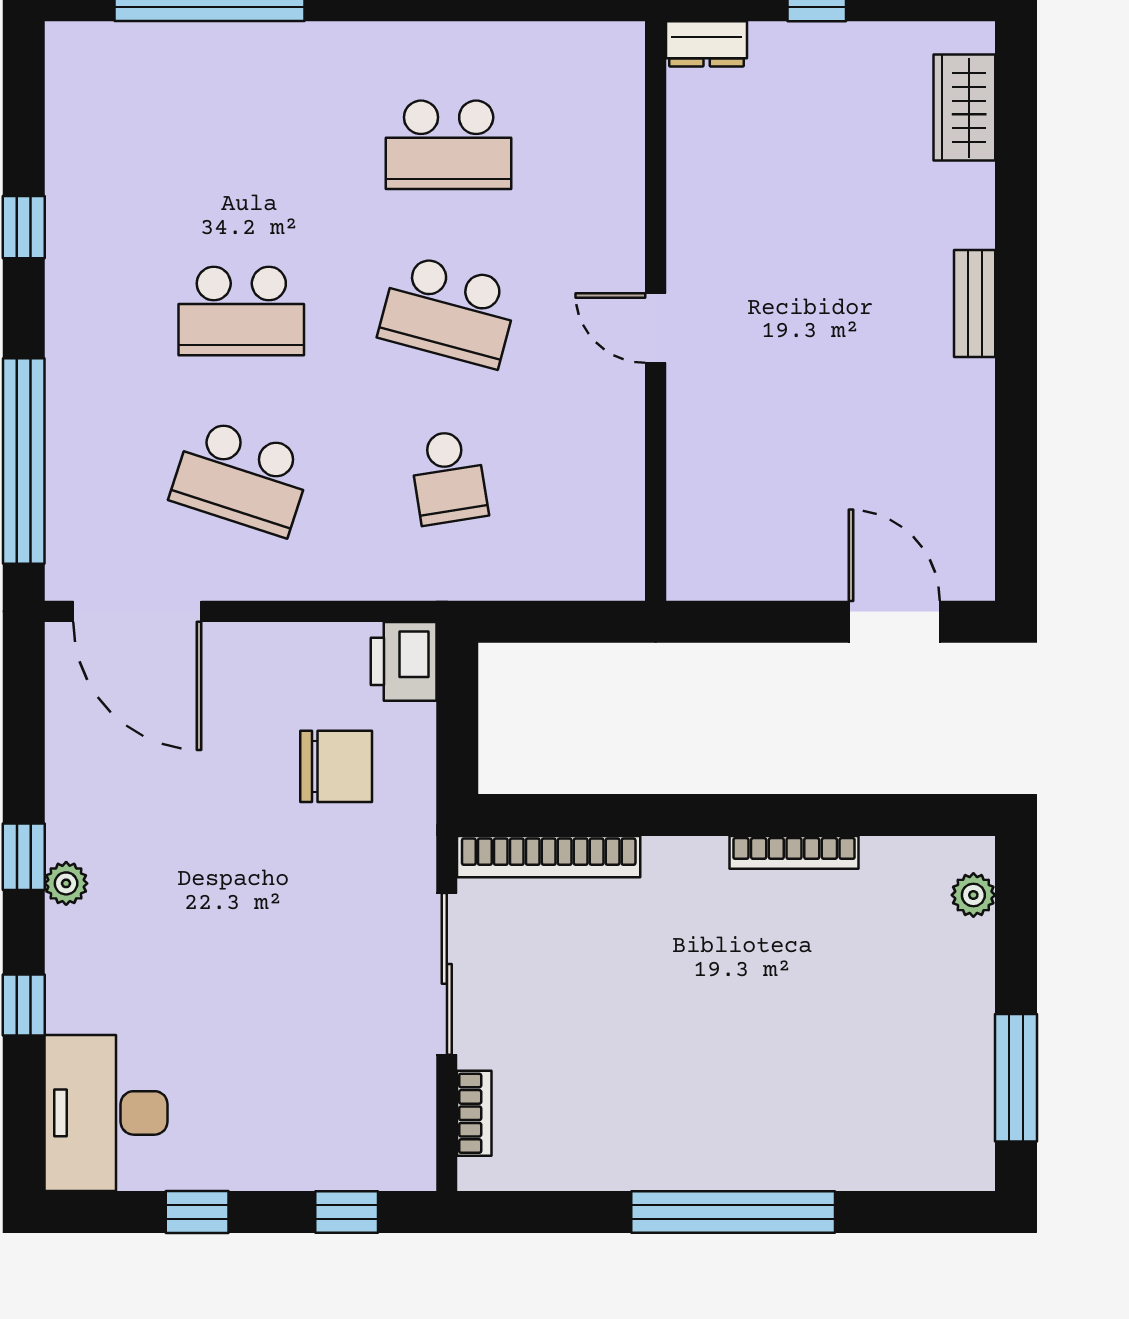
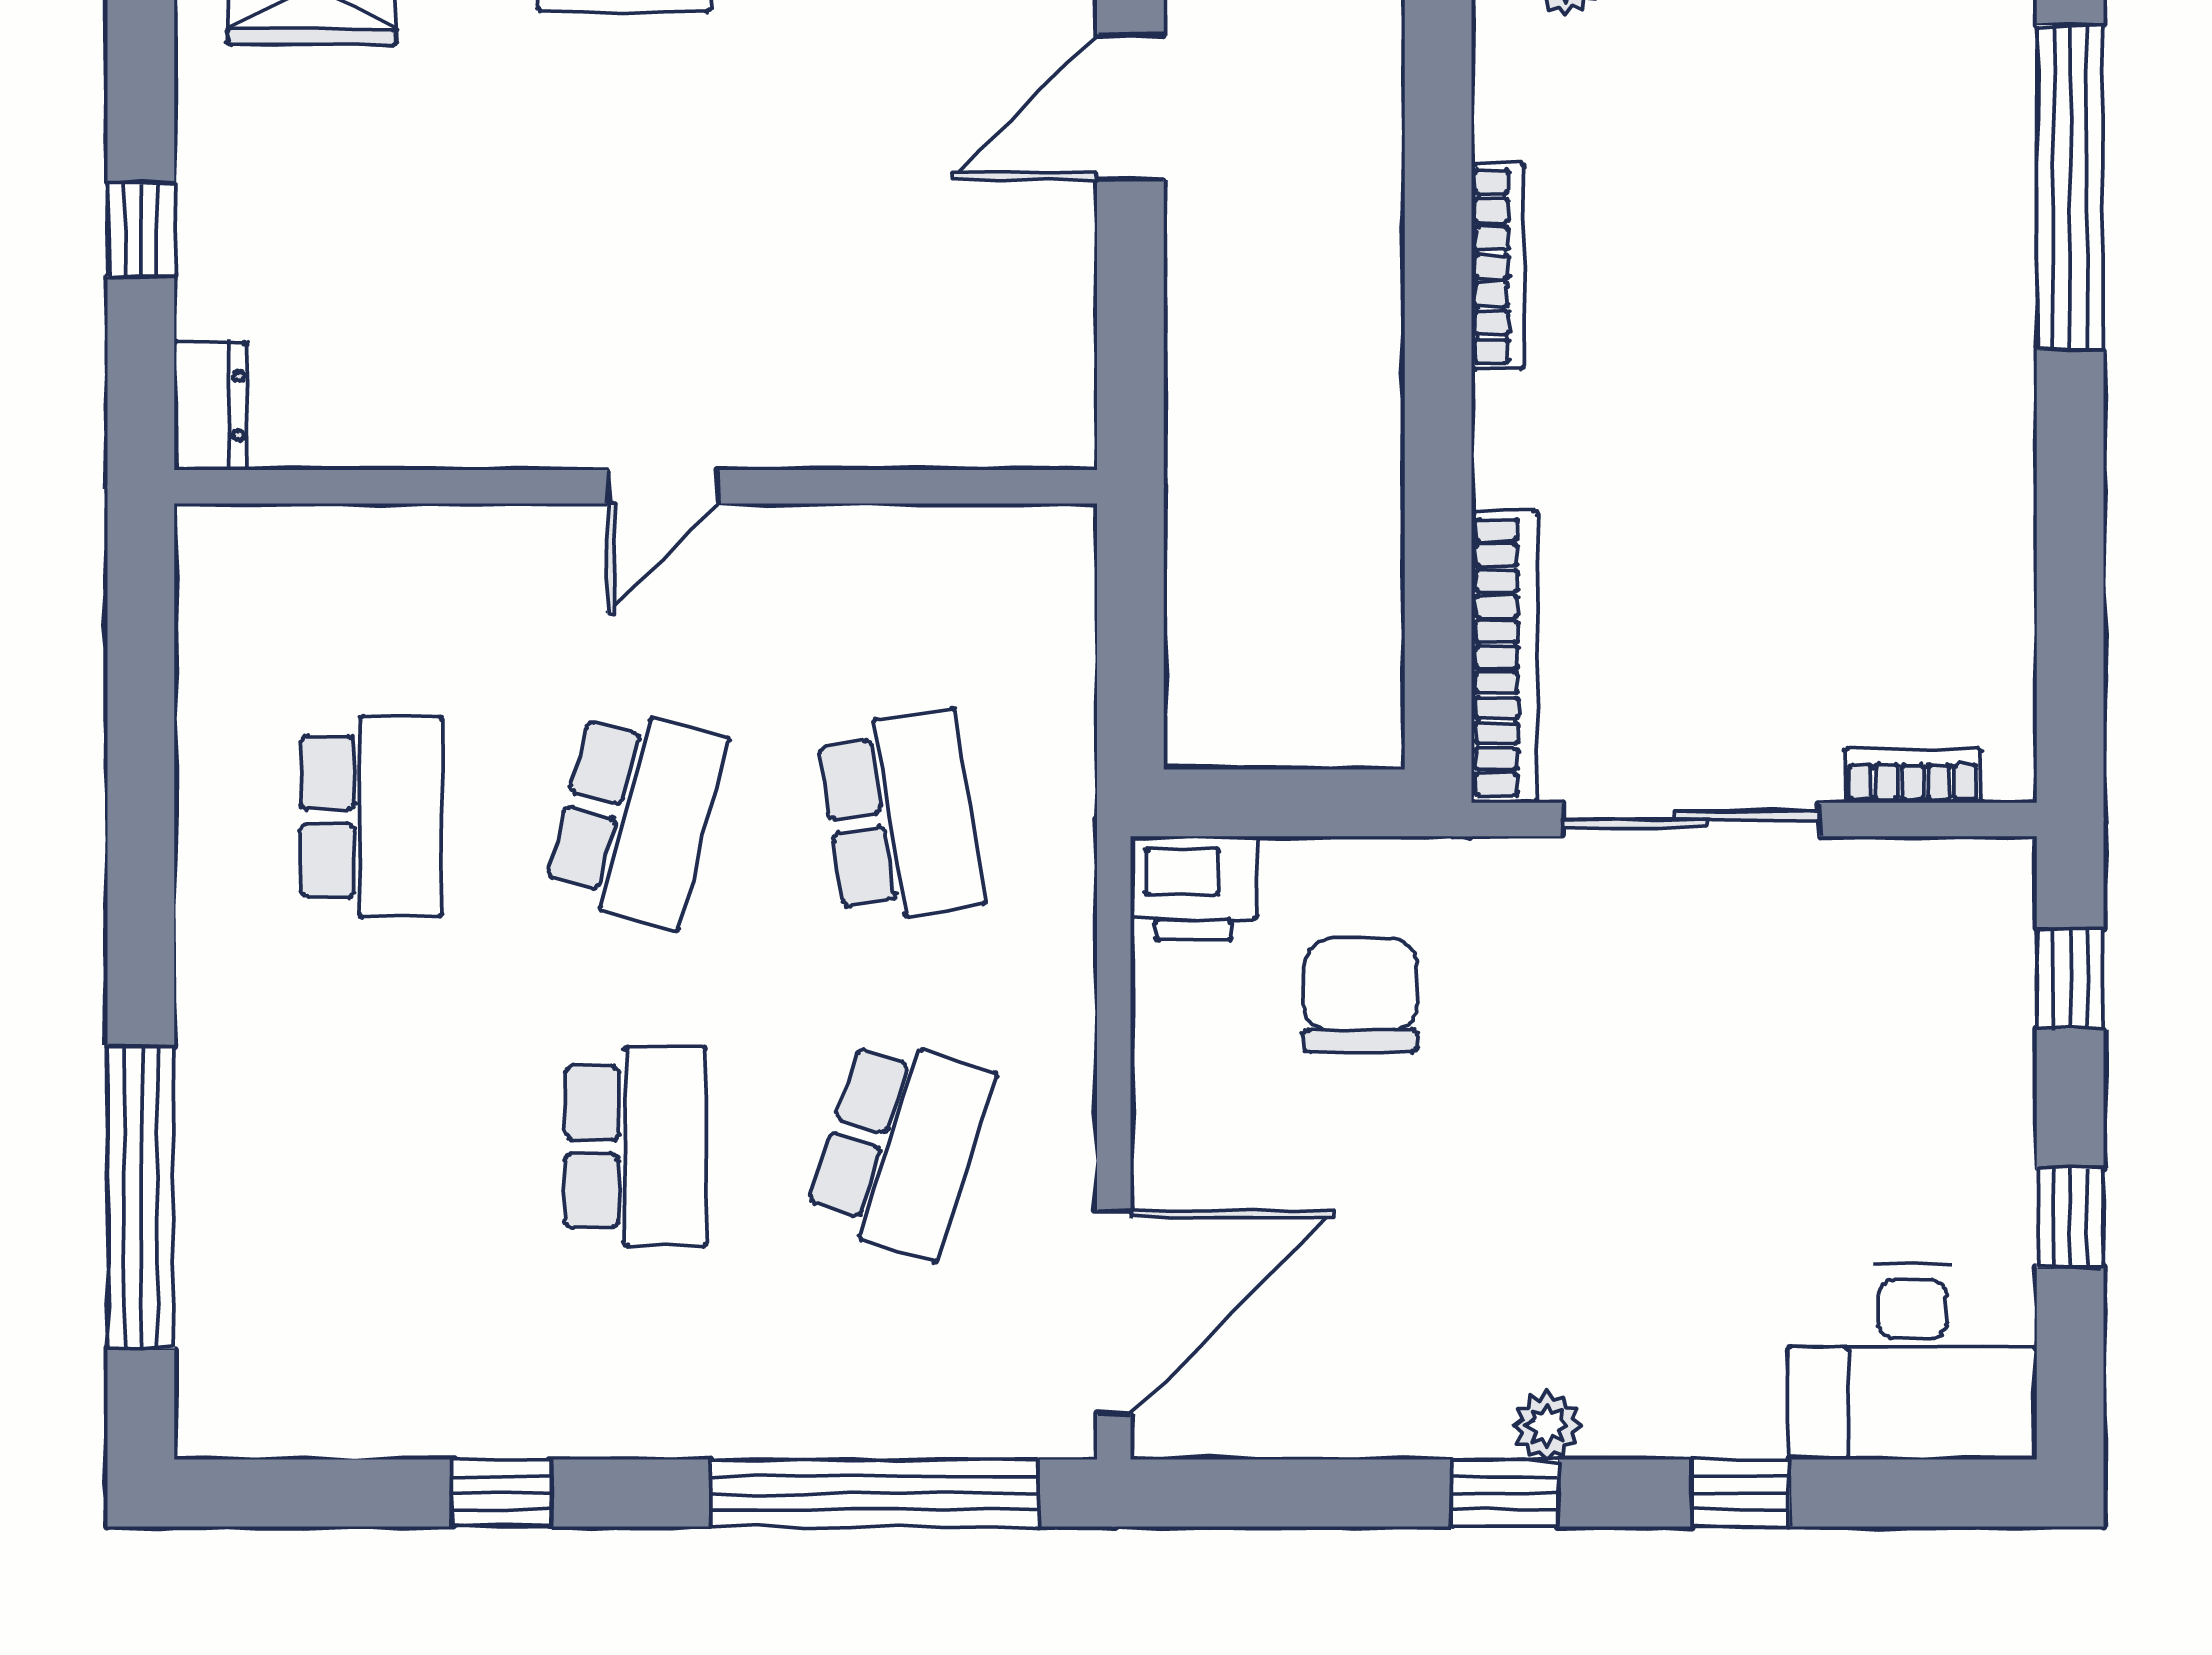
school desk: (449, 477) -> (900, 817), width x1.85
window: (733, 1212) -> (2070, 187), moved

